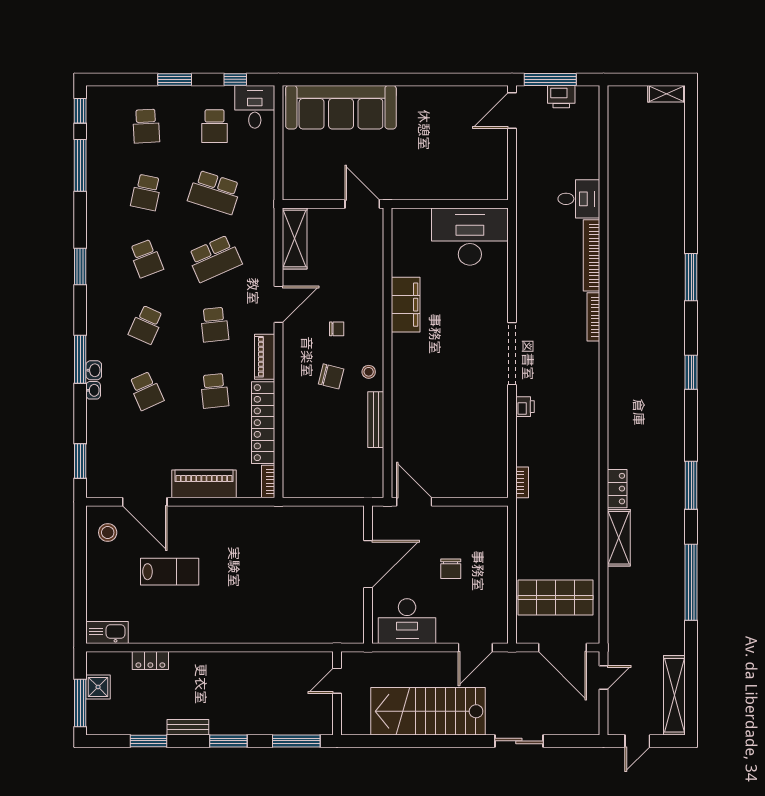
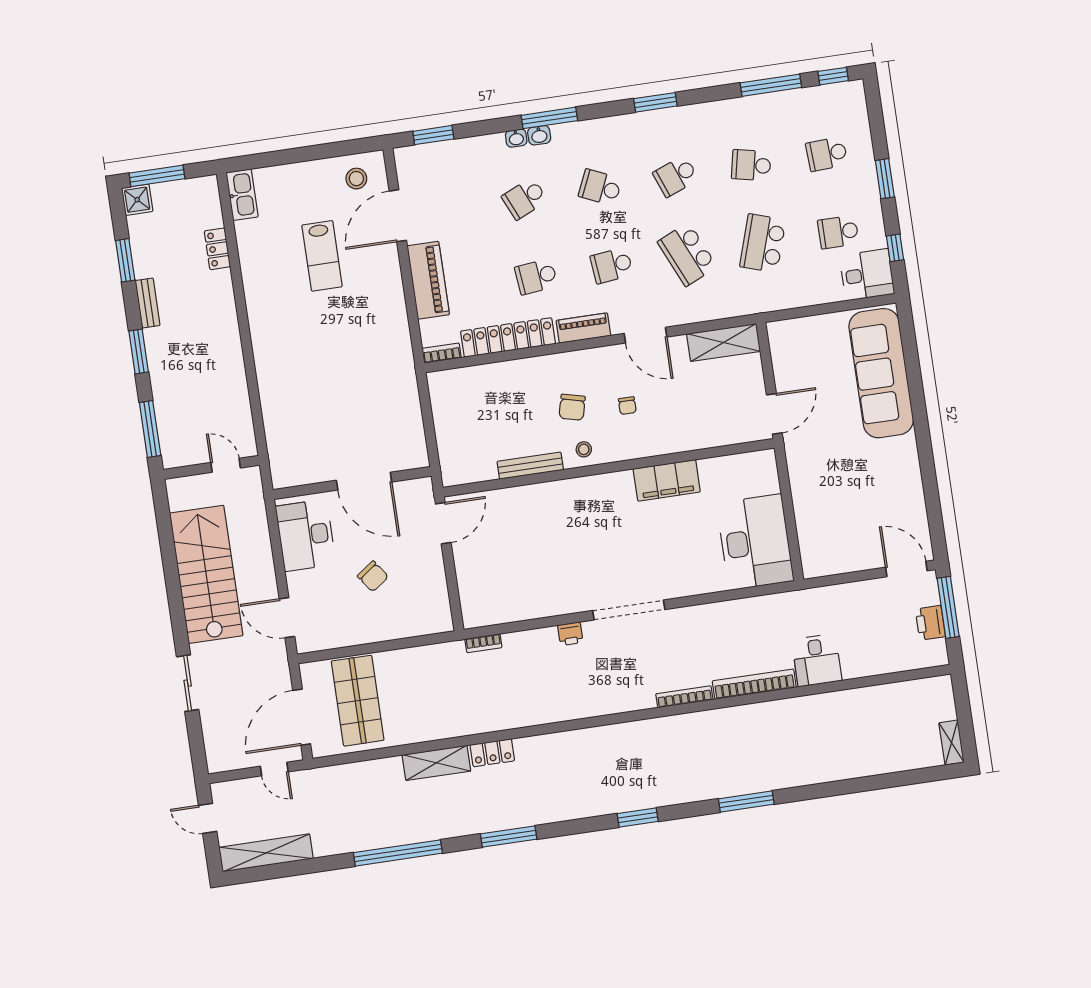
chair: (451, 569) -> (373, 576), turned -126
shower: (98, 687) -> (137, 200), moved

